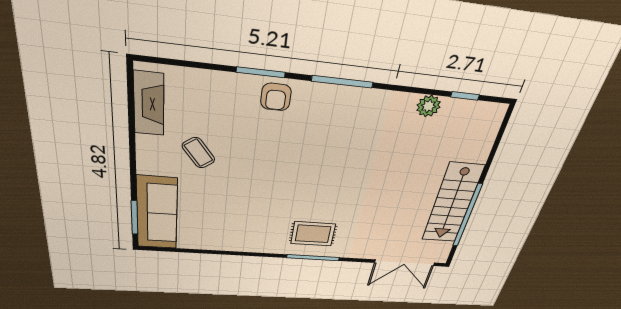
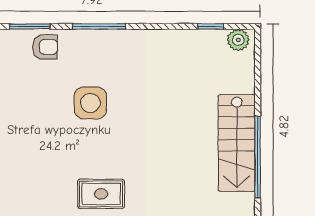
armchair: (276, 97) -> (45, 47), turned -90
plant: (428, 106) -> (238, 40), moved
side table: (317, 157) -> (90, 103), added

